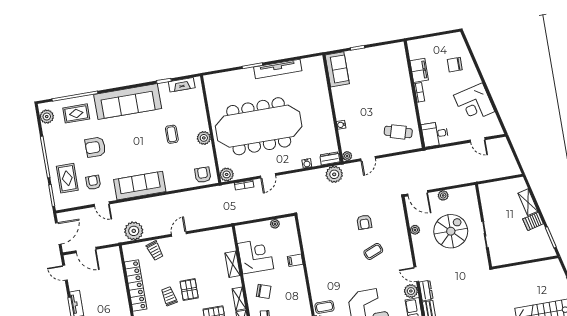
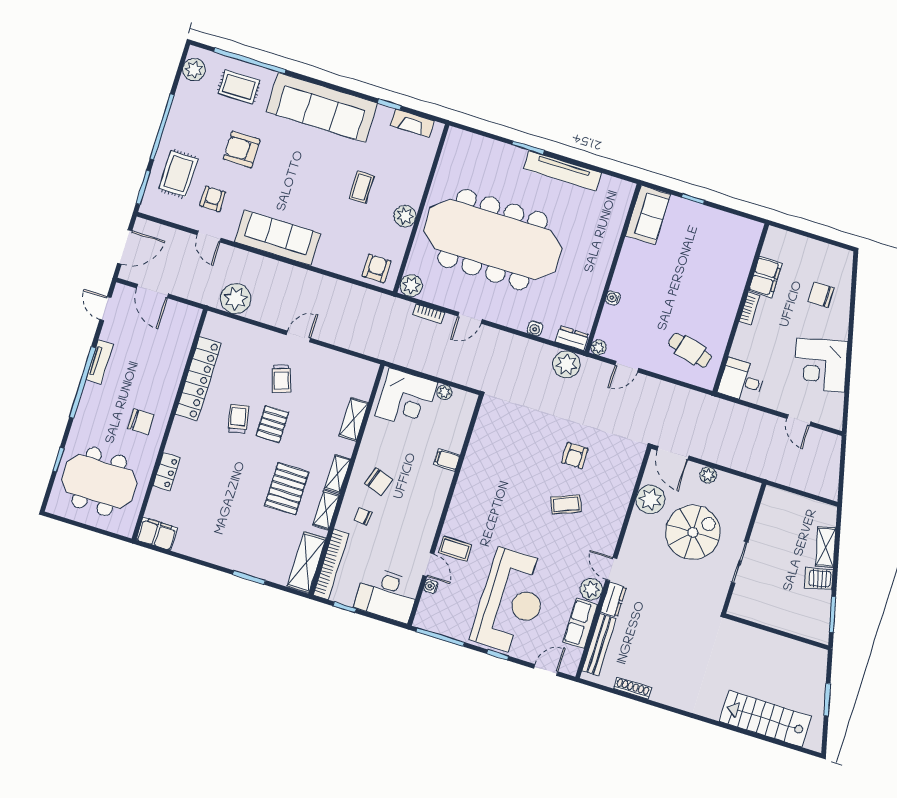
plant: (415, 230) -> (650, 499), width x1.87, depth x1.87
trolley: (155, 251) -> (281, 379), moved
corner desk: (256, 256) -> (406, 399), moved, turned 90

